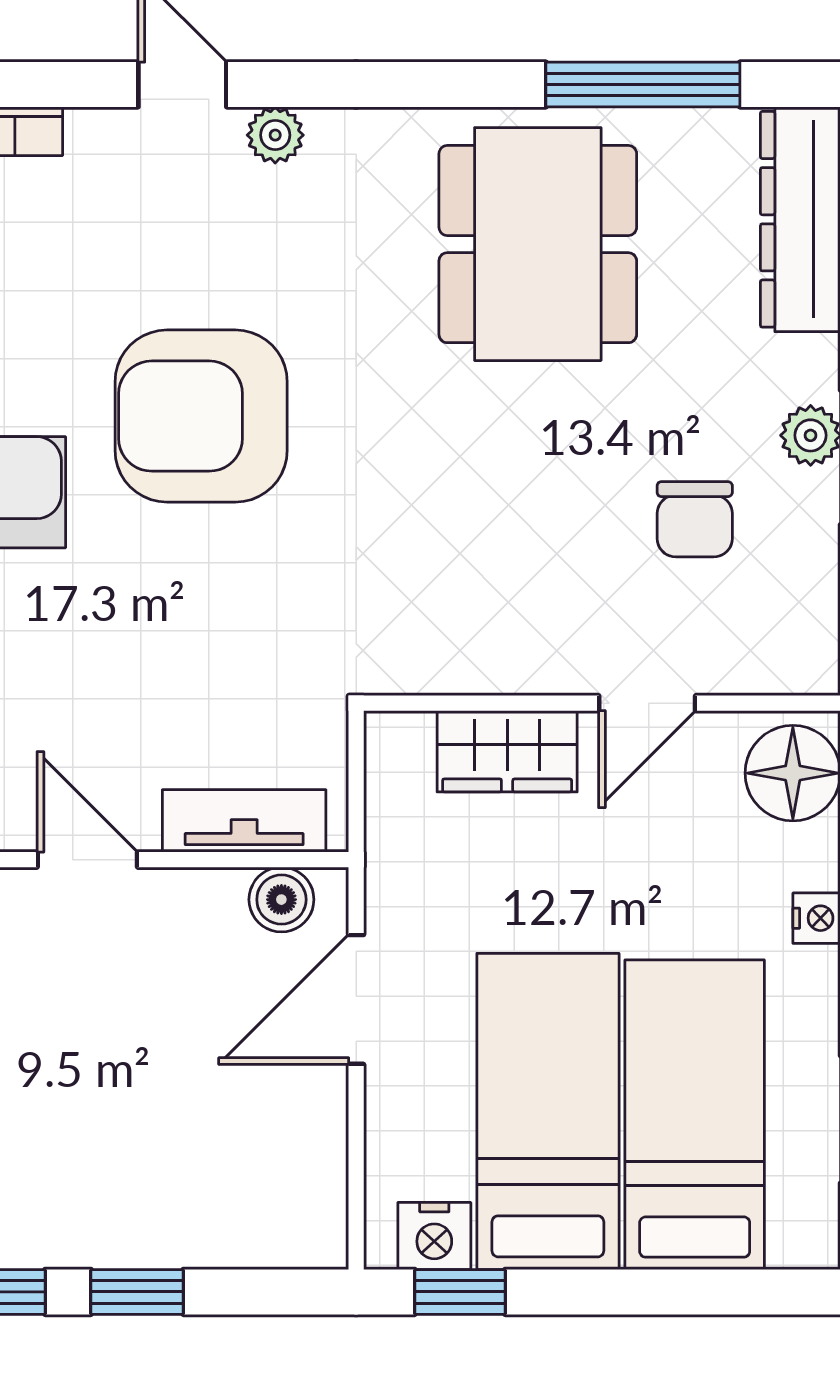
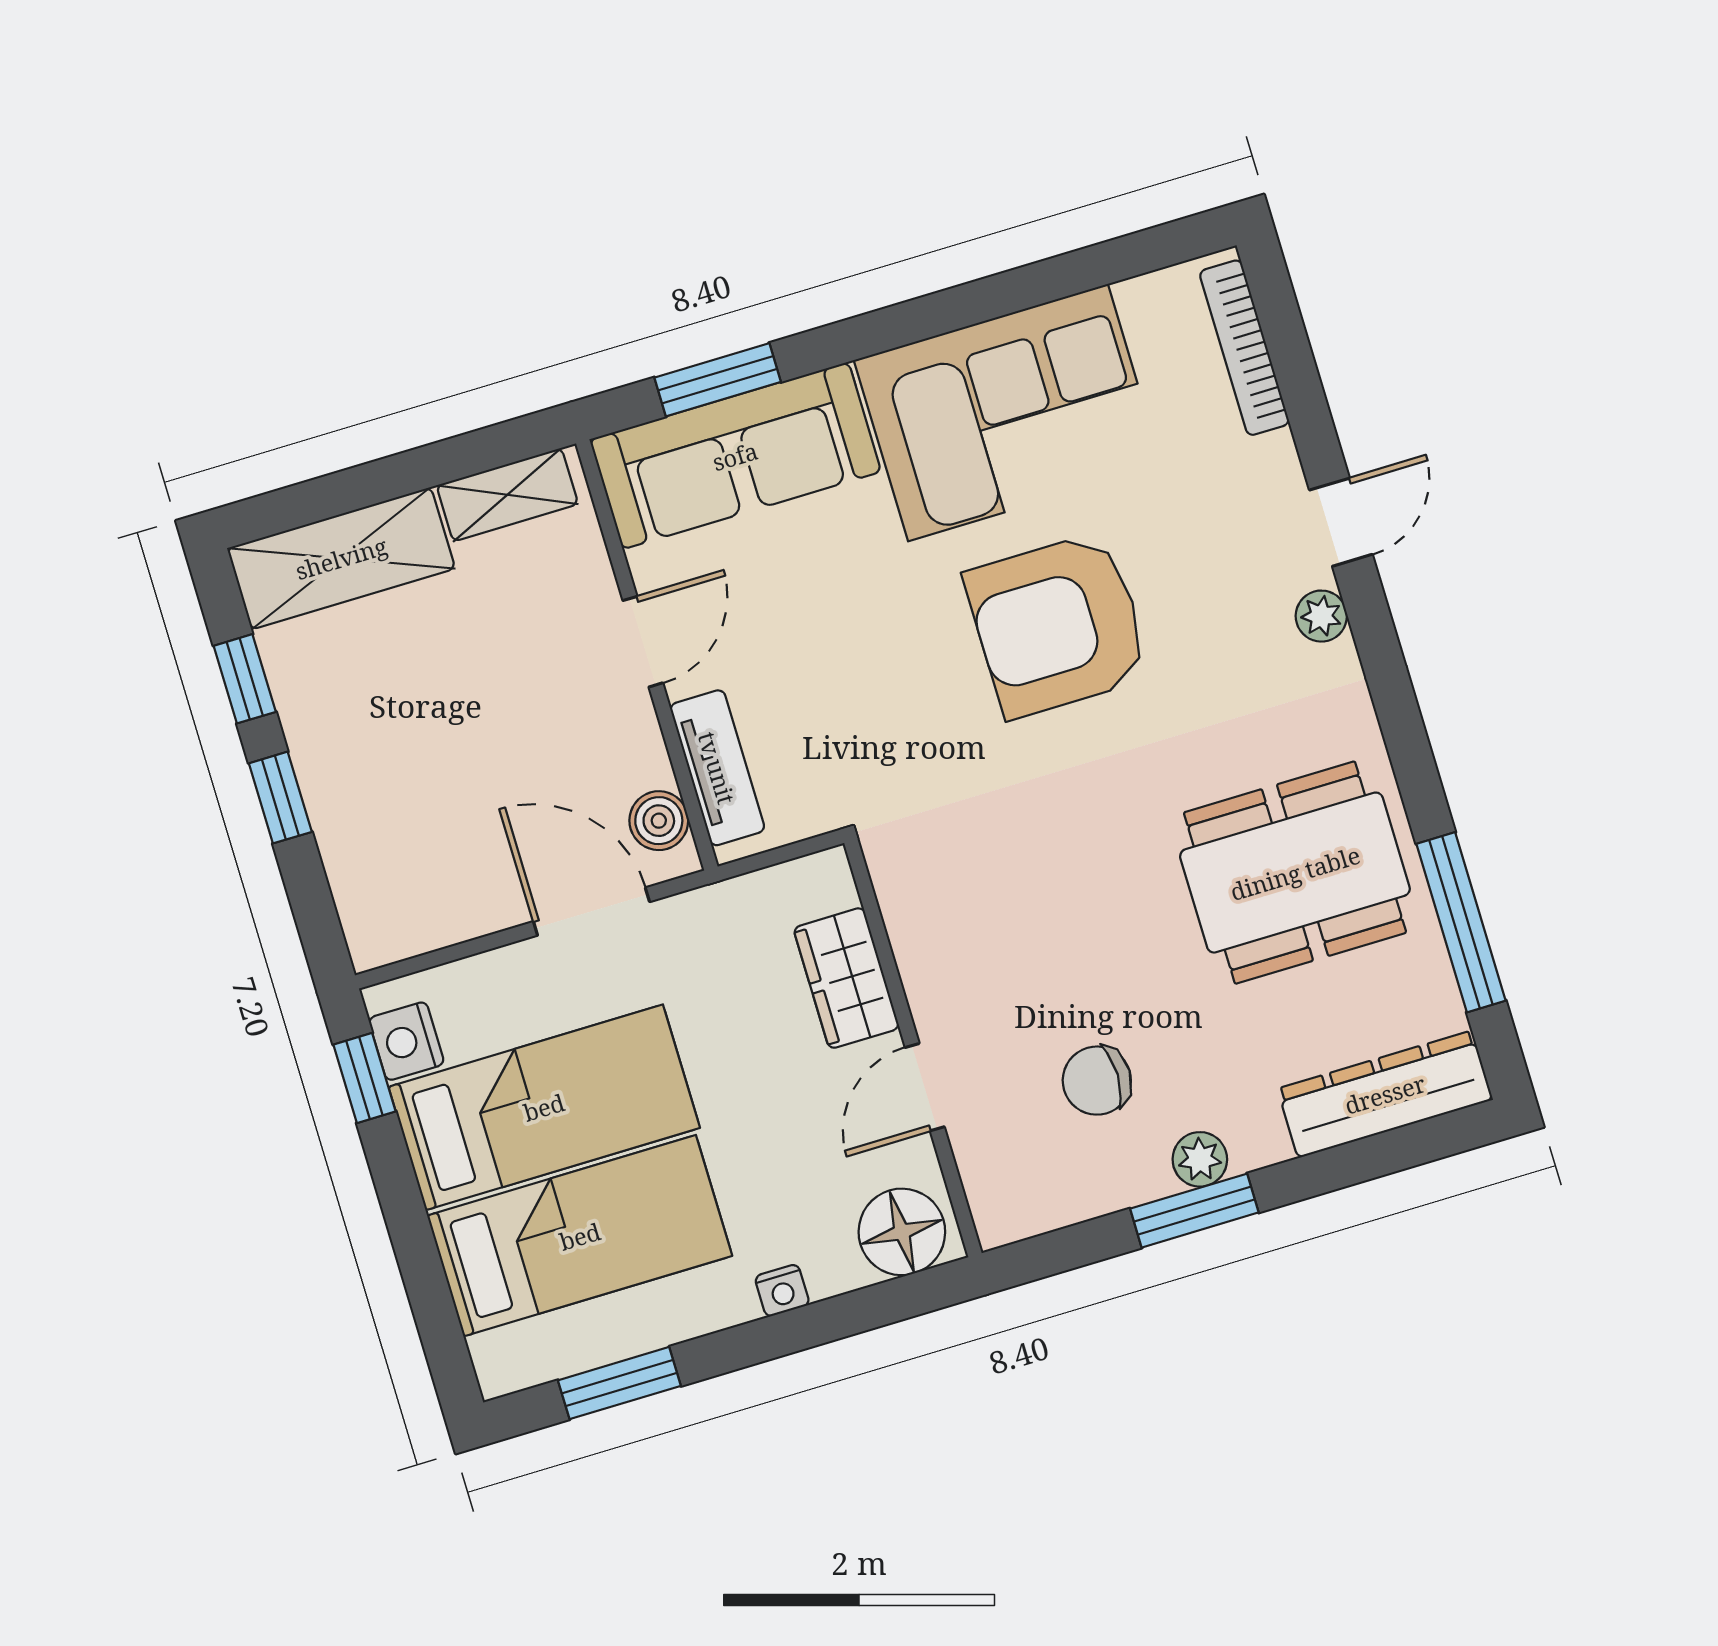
armchair: (201, 416) -> (1058, 625), turned -90
door: (647, 703) -> (925, 1087), hinge flipped

